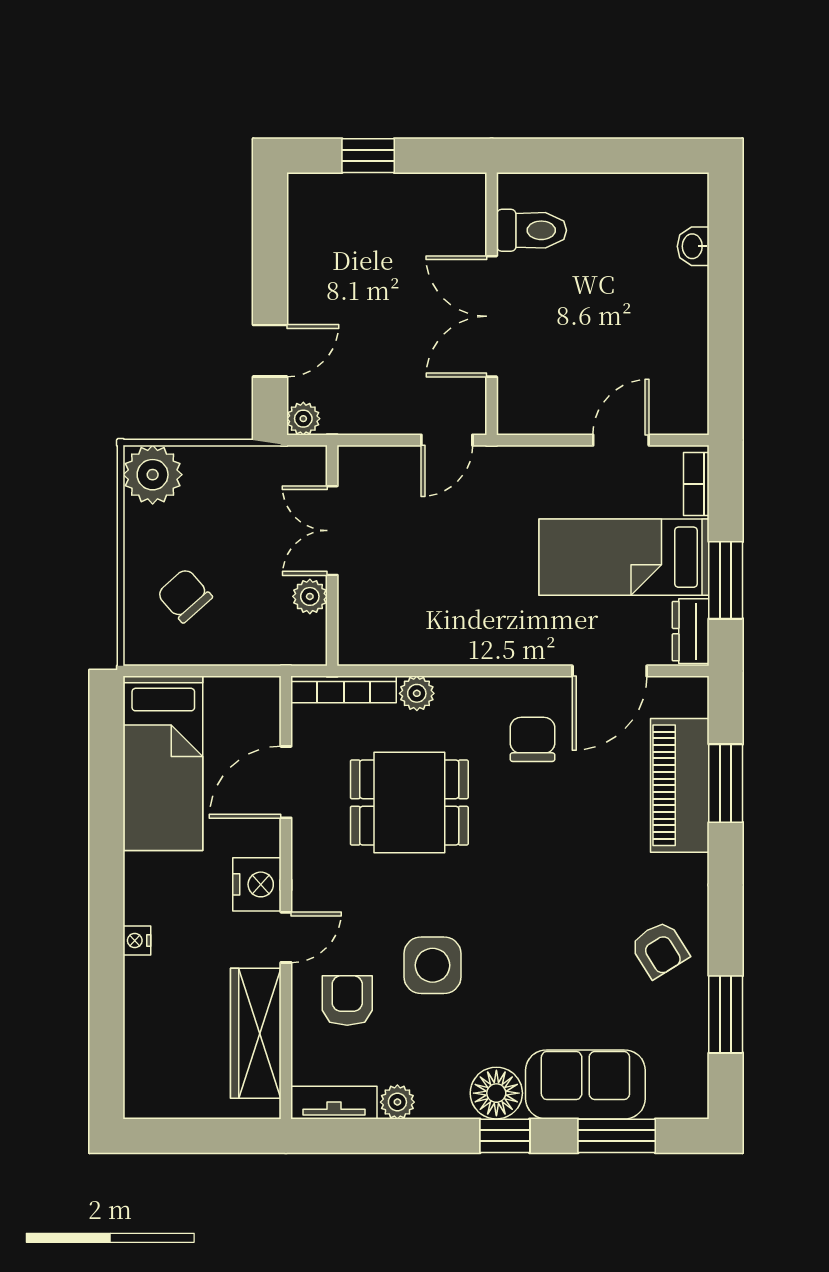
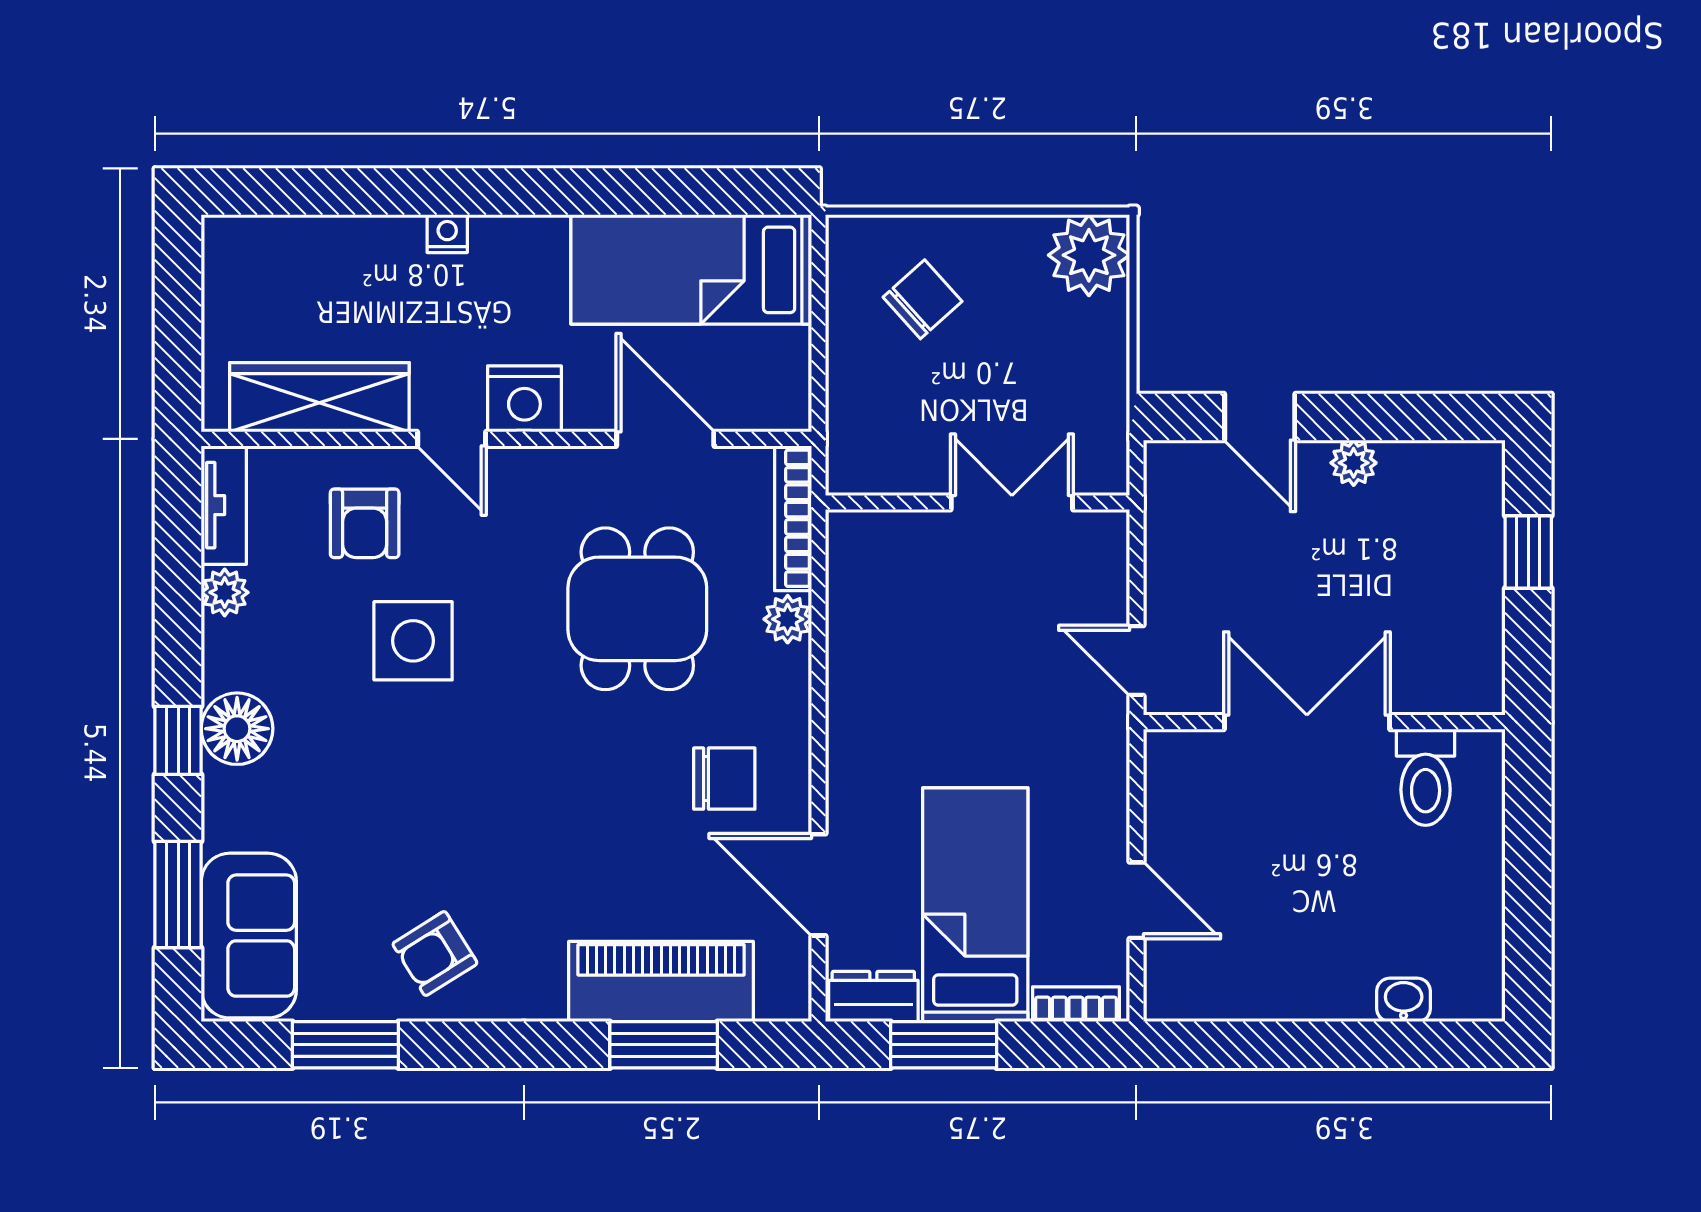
plant: (303, 419) -> (1354, 463), moved
plant: (310, 596) -> (921, 472), removed
armchair: (347, 1000) -> (365, 523), turned 90
sofa: (585, 1084) -> (249, 936), moved

